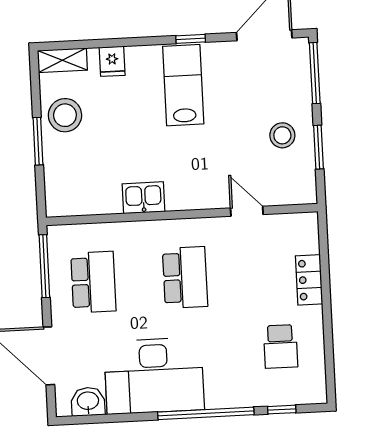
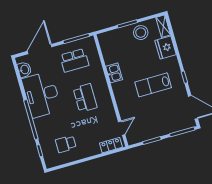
fridge: (112, 61) -> (166, 47), width x1.88, depth x1.34
lab bench: (183, 85) -> (153, 85), moved, turned 180
stool: (282, 135) -> (153, 124), removed
door: (247, 211) -> (122, 128), moved
school desk: (185, 277) -> (85, 98), turned -90
locker: (309, 280) -> (111, 145), moved

